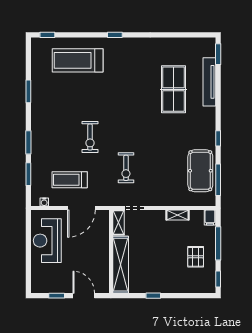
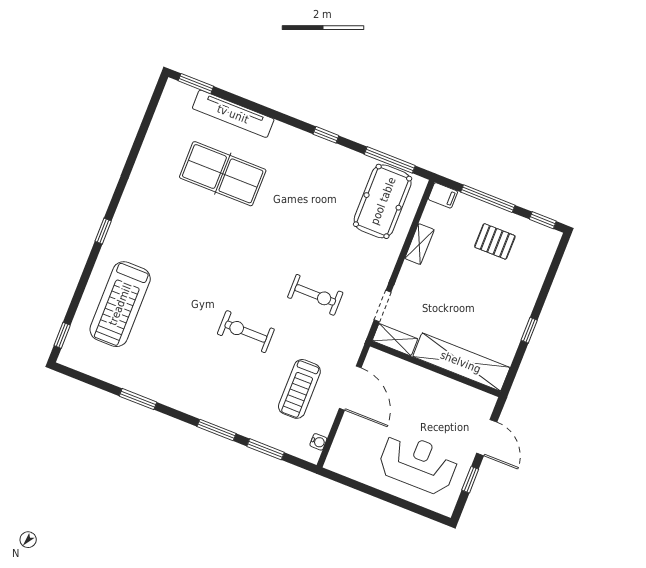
exercise bike: (90, 137) -> (246, 332), turned 180
pool table: (200, 171) -> (383, 201), moved, turned 90
reception desk: (47, 241) -> (418, 463), moved, turned 180
door: (84, 296) -> (487, 438), swing flipped

